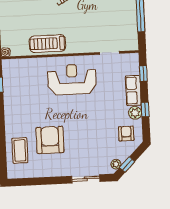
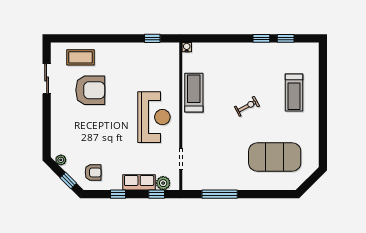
plant: (135, 113) -> (163, 183), moved
window: (127, 165) -> (68, 180), moved
sliding door: (86, 179) -> (47, 79), moved

